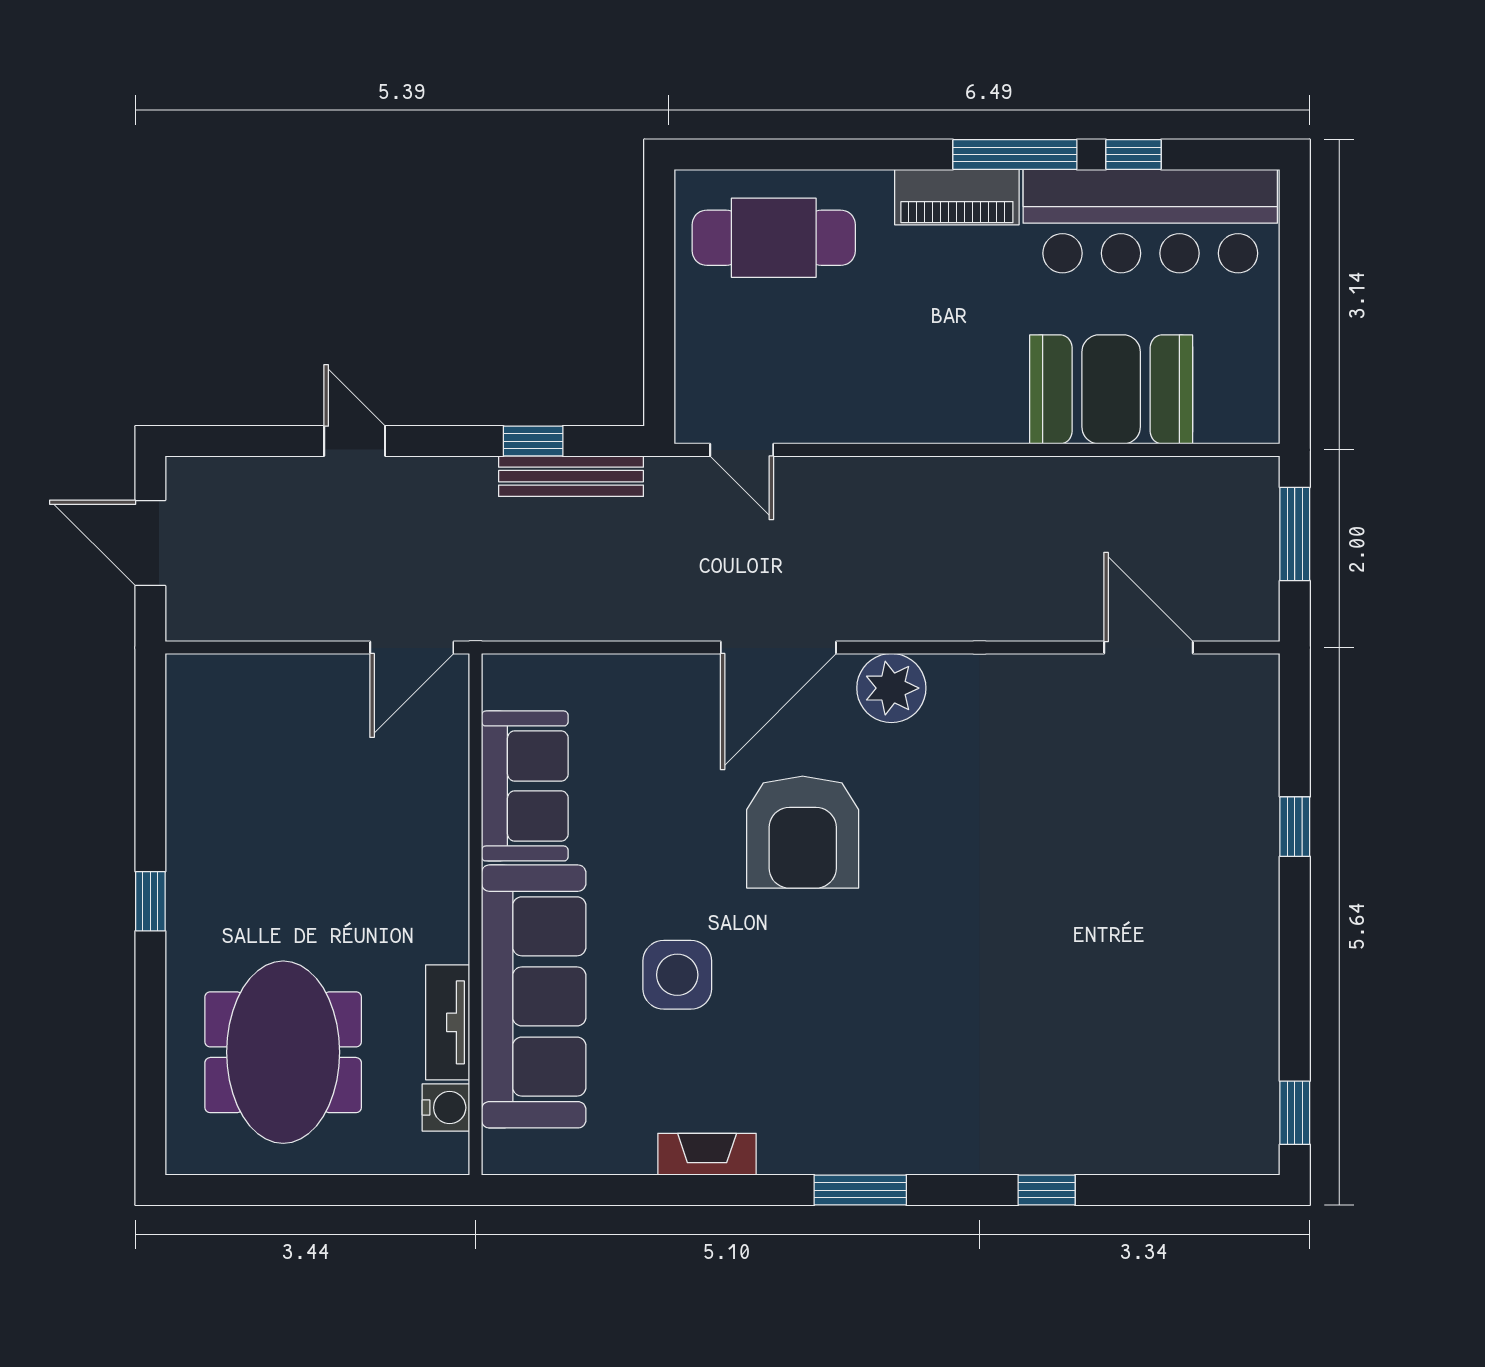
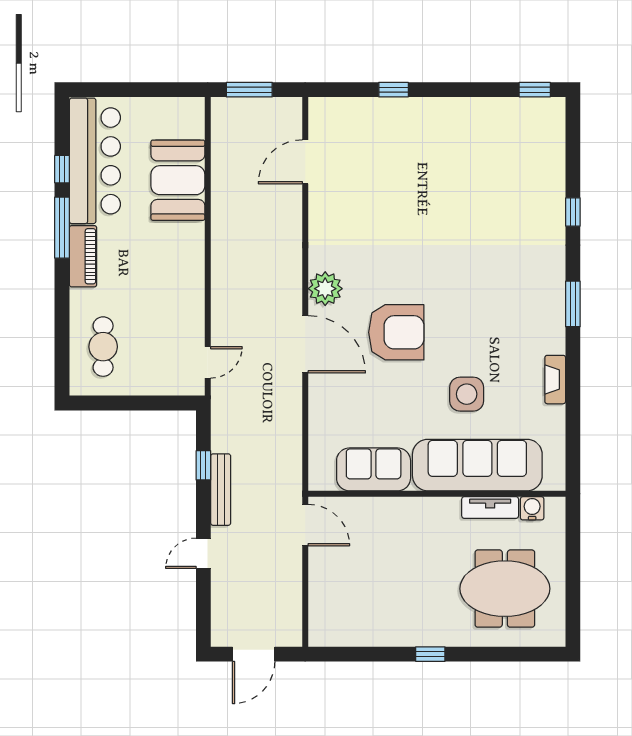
cafe table: (774, 238) -> (103, 347), width x0.73, depth x0.74
bench: (571, 476) -> (221, 490), moved

